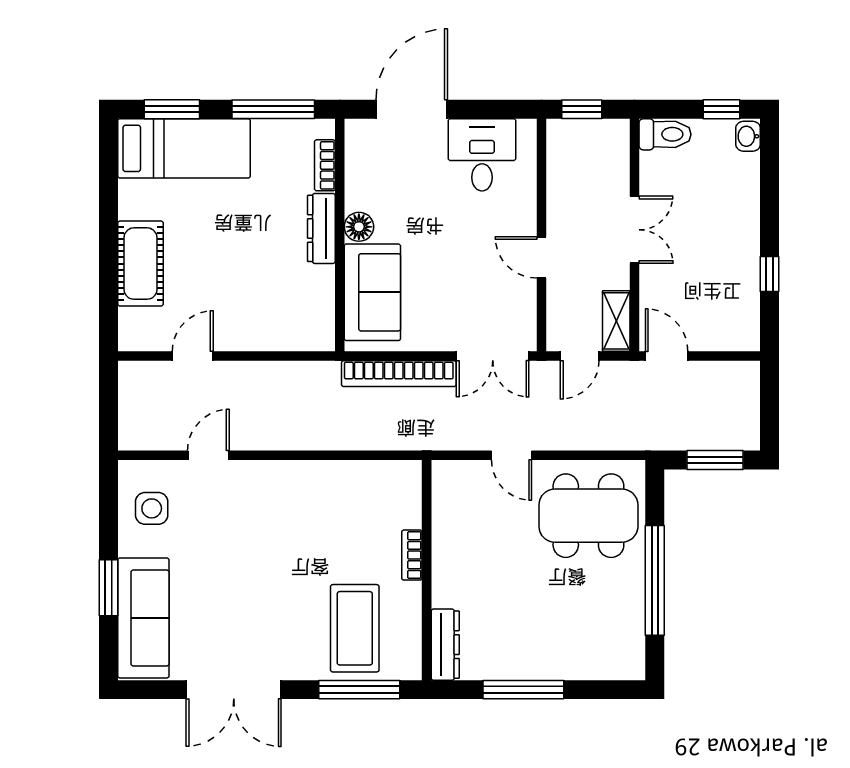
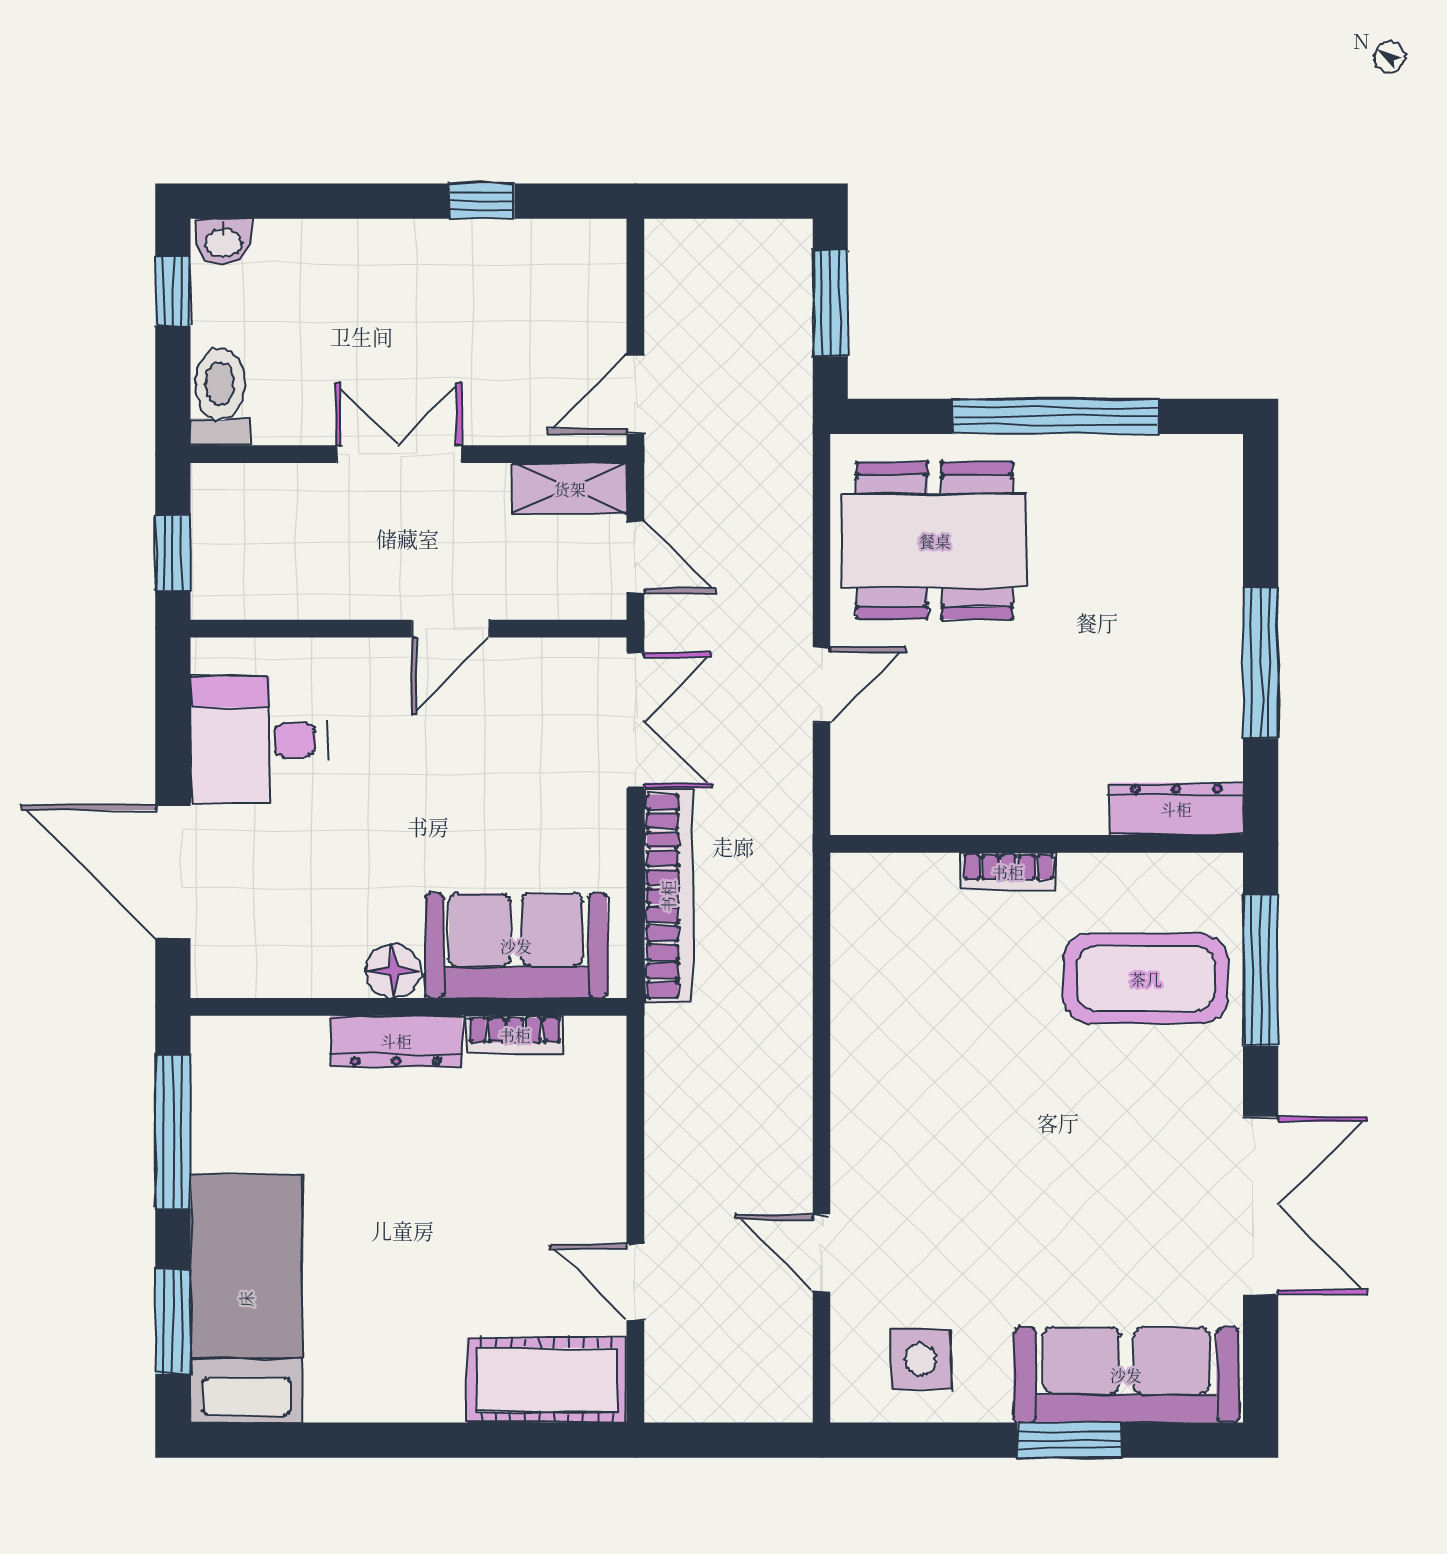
bookcase: (325, 165) -> (515, 1035), moved
cot: (141, 264) -> (547, 1380), moved
dining table: (588, 516) -> (935, 541), turned 90

